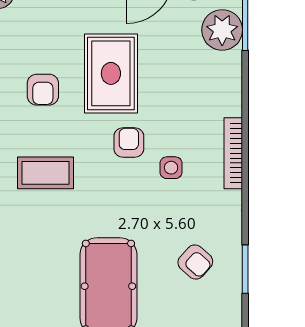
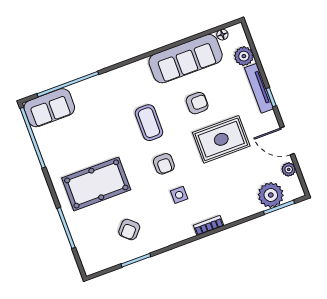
armchair: (43, 90) -> (197, 103), turned 180
armchair: (129, 143) -> (164, 164), moved, turned 90
bookcase: (233, 153) -> (209, 225), width x0.64

